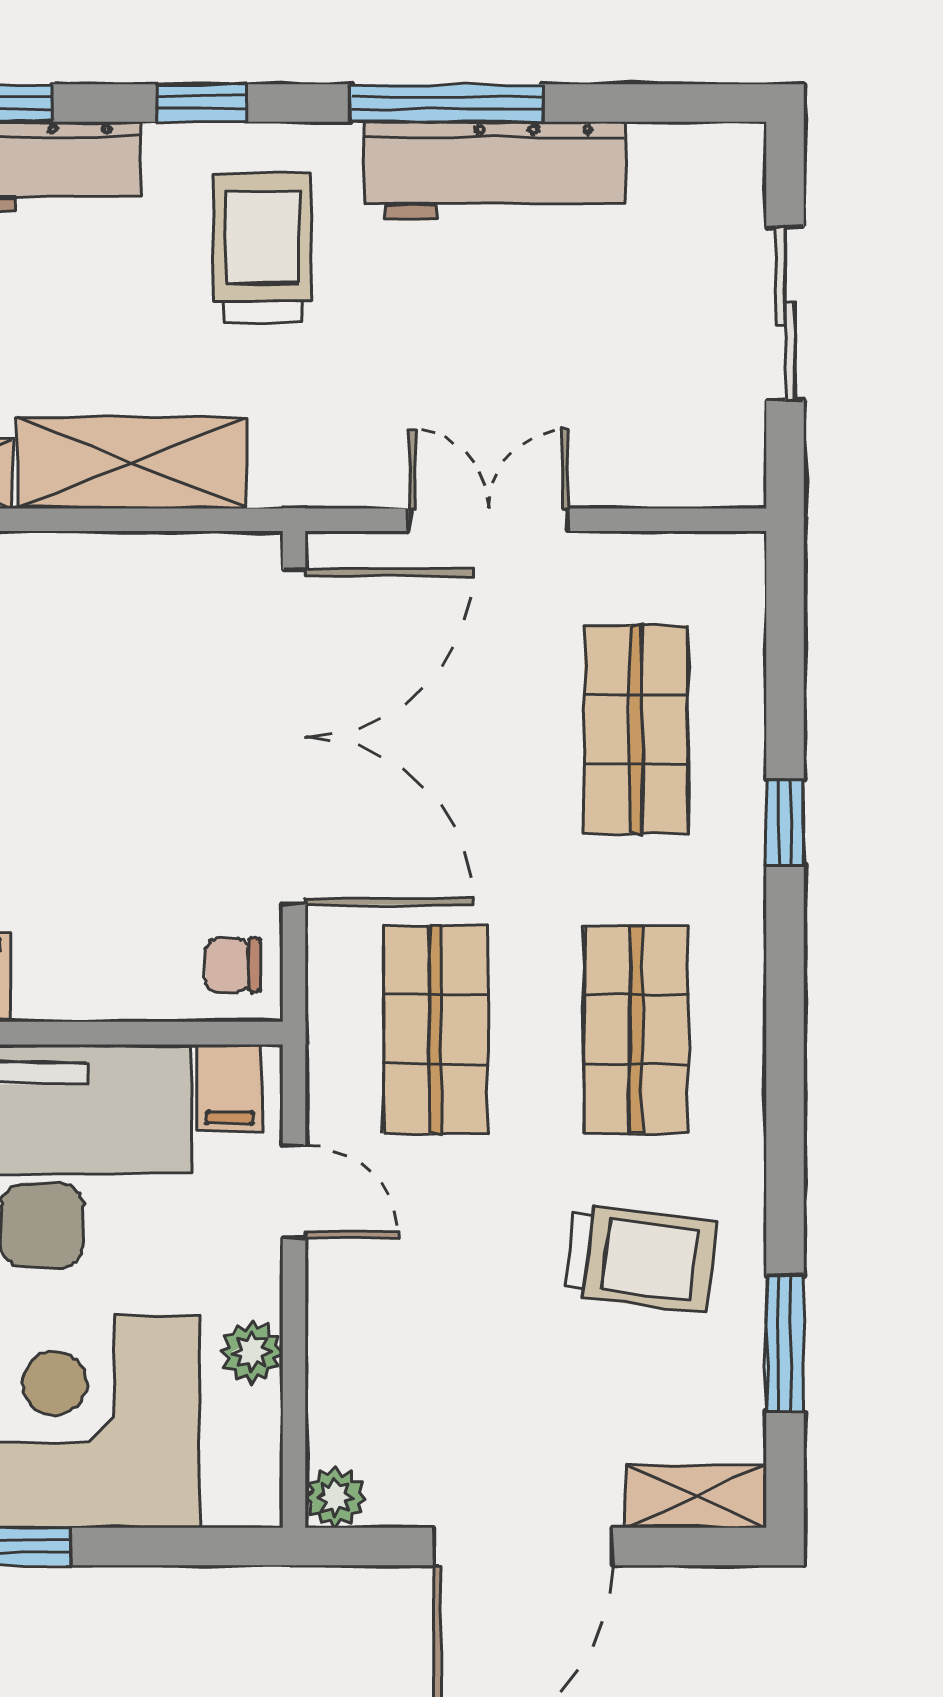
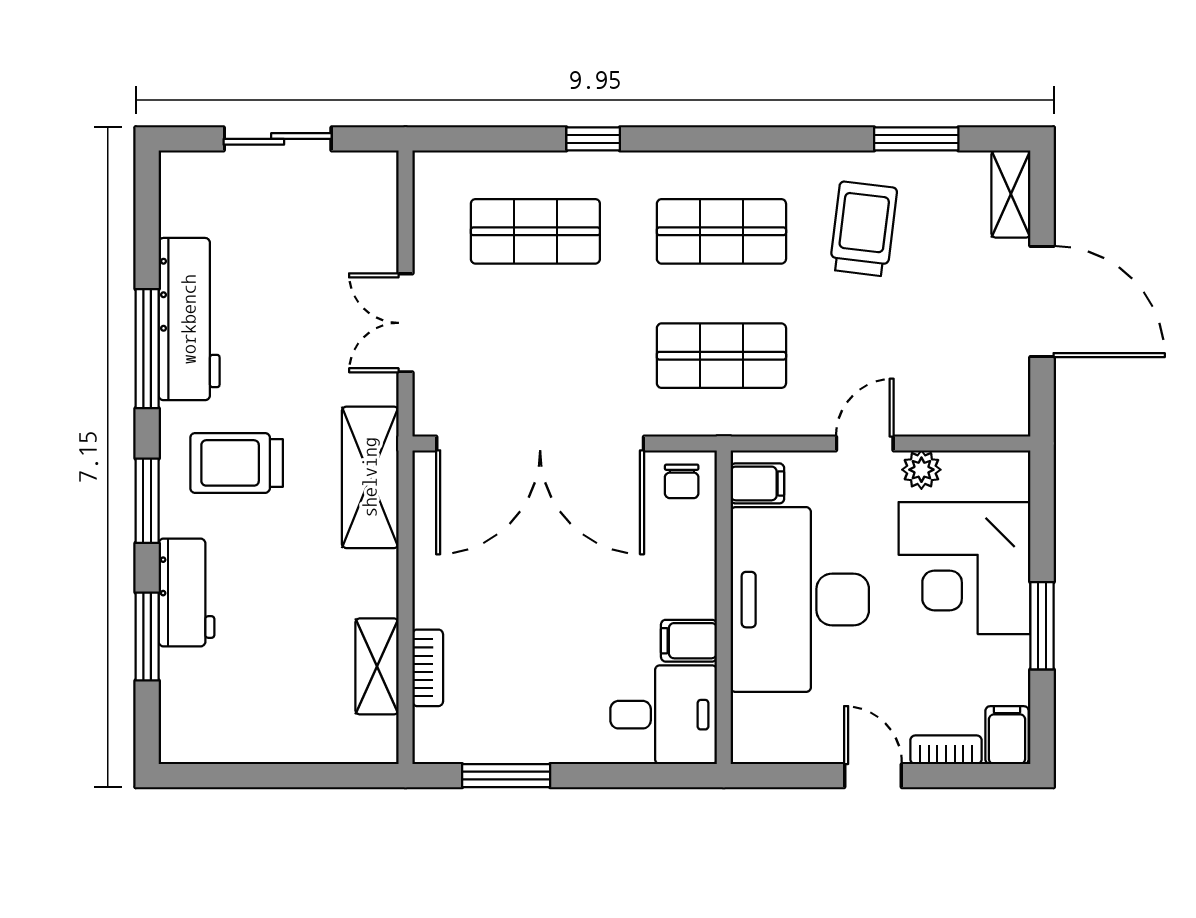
window: (202, 103) -> (147, 501), width x1.50
shelving: (132, 463) -> (370, 477), moved
double door: (294, 737) -> (540, 443), swing flipped
door: (294, 1192) -> (865, 443), moved
plant: (335, 1498) -> (1012, 418), removed

